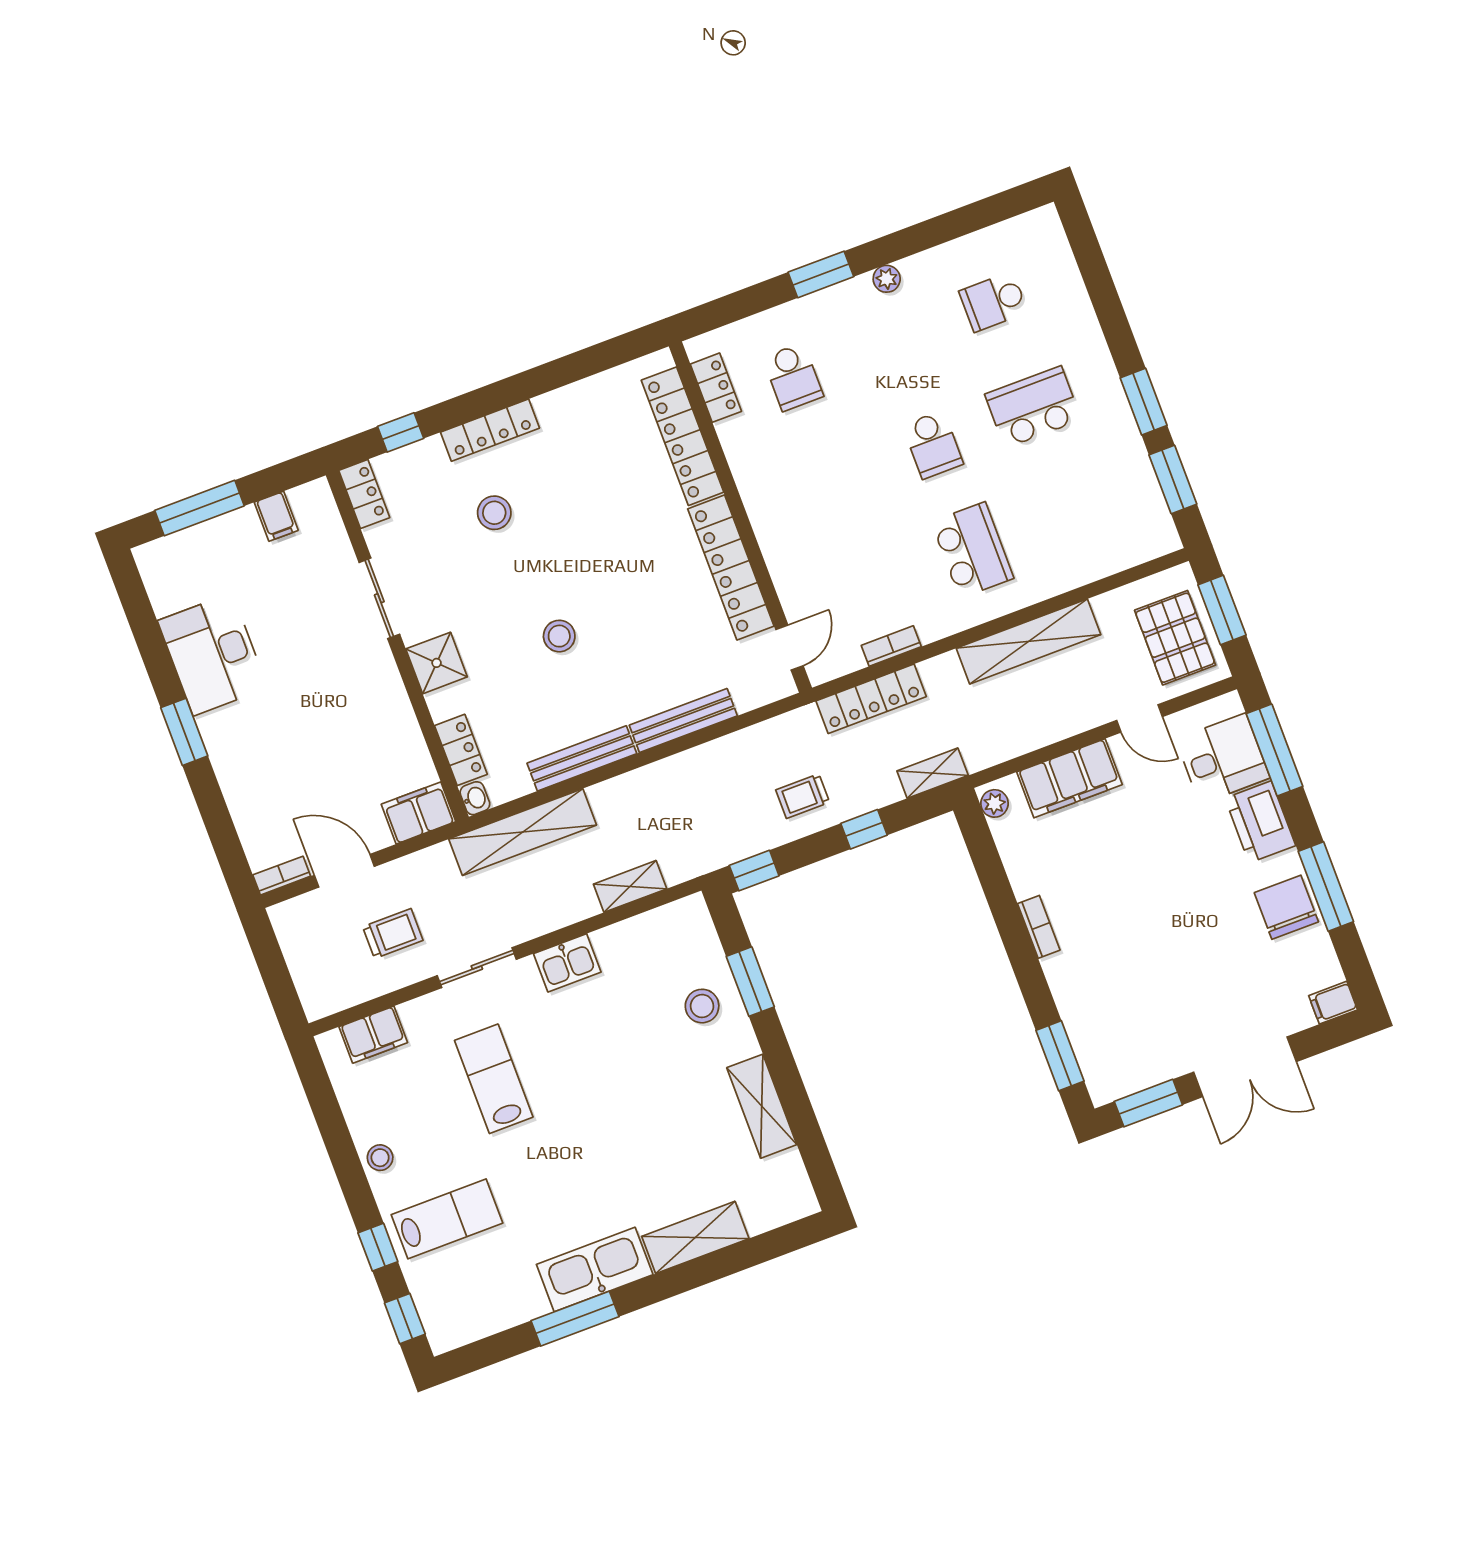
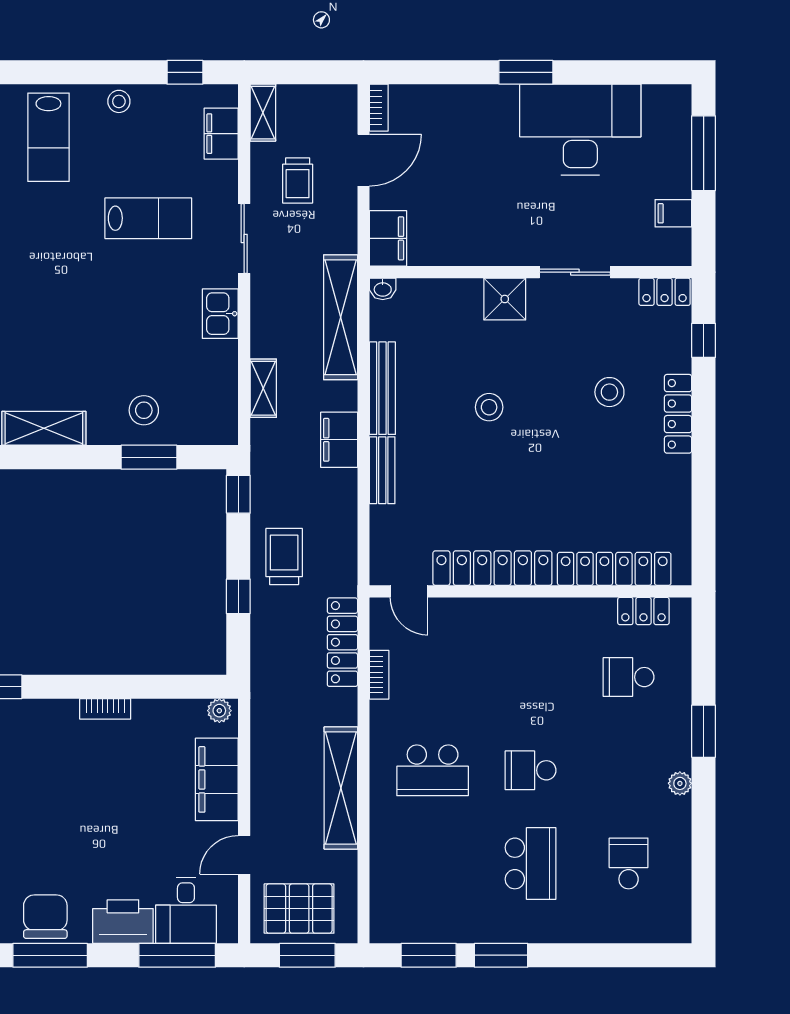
desk: (213, 654) -> (580, 130), width x1.36, depth x1.30
bench: (683, 721) -> (382, 470), width x0.73
locker: (461, 750) -> (426, 292), removed
shelving: (933, 773) -> (263, 113), moved
filing cabinet: (655, 784) -> (339, 440), added
trolley: (803, 796) -> (284, 556), width x1.36, depth x1.39
chair: (1286, 907) -> (45, 917), turned -90
window: (378, 1247) -> (185, 72), moved

